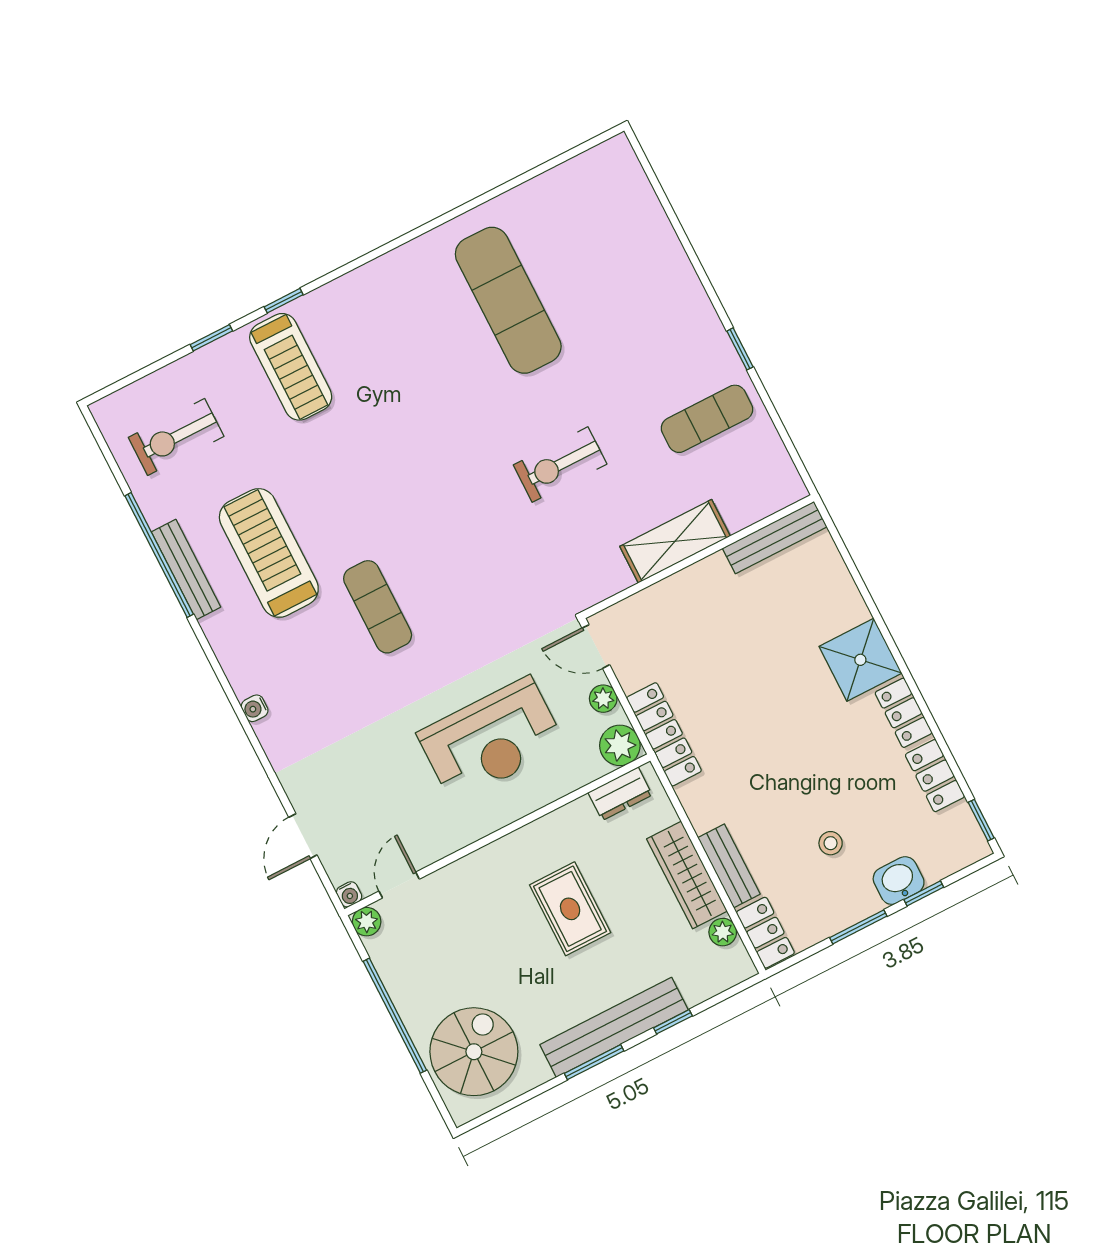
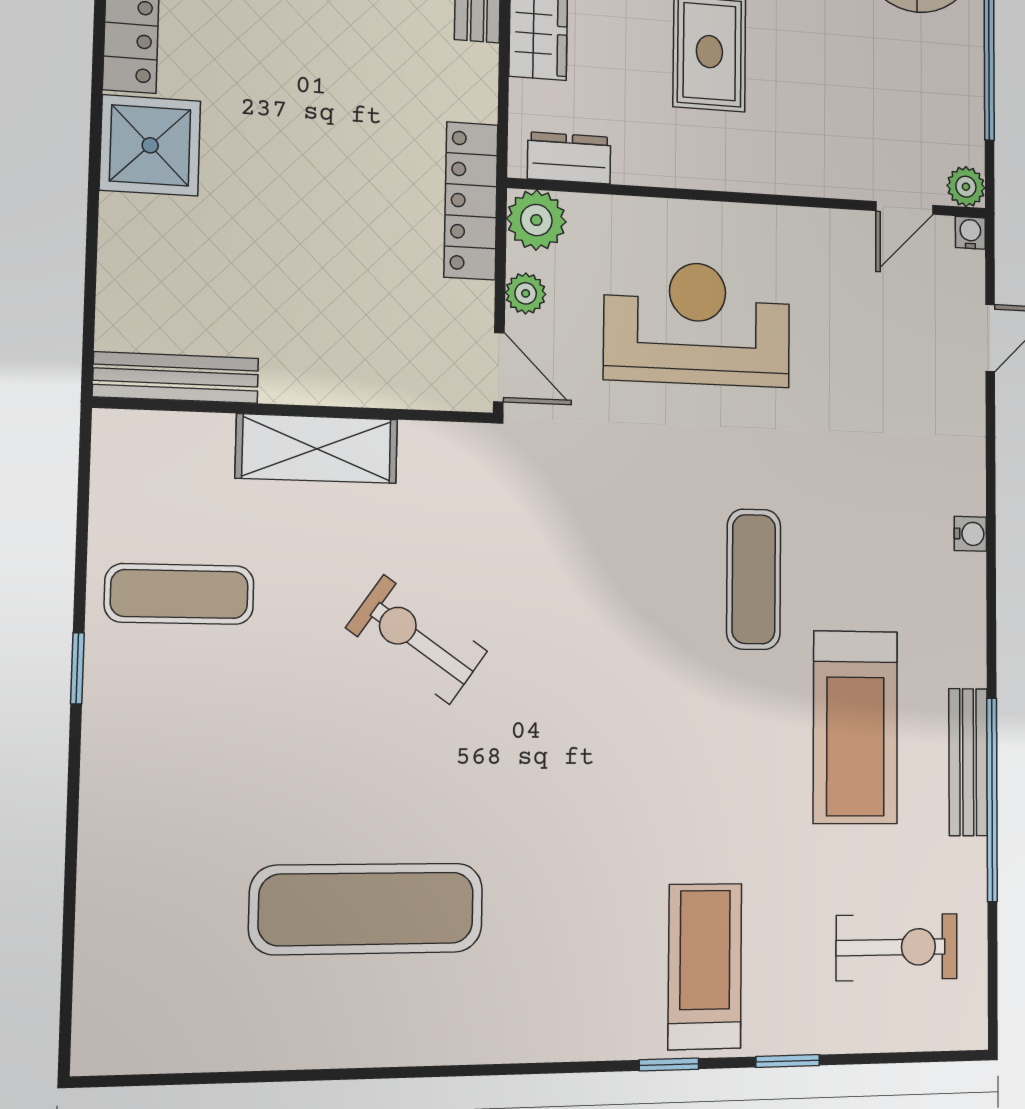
exercise mat: (508, 300) -> (367, 909), turned 90
exercise bike: (560, 465) -> (417, 640), turned -145

